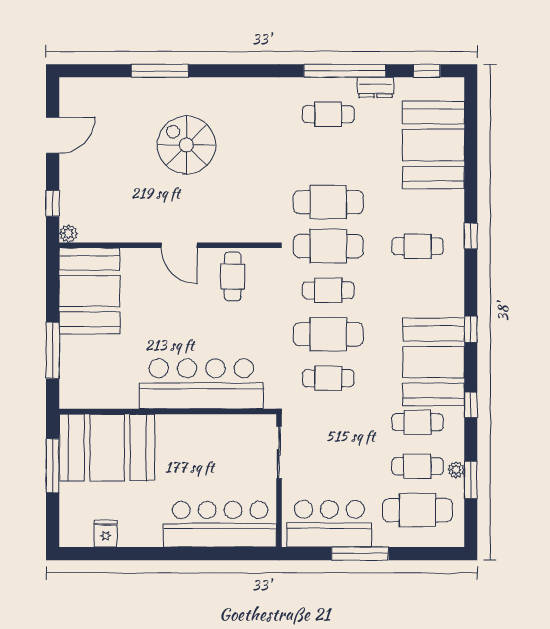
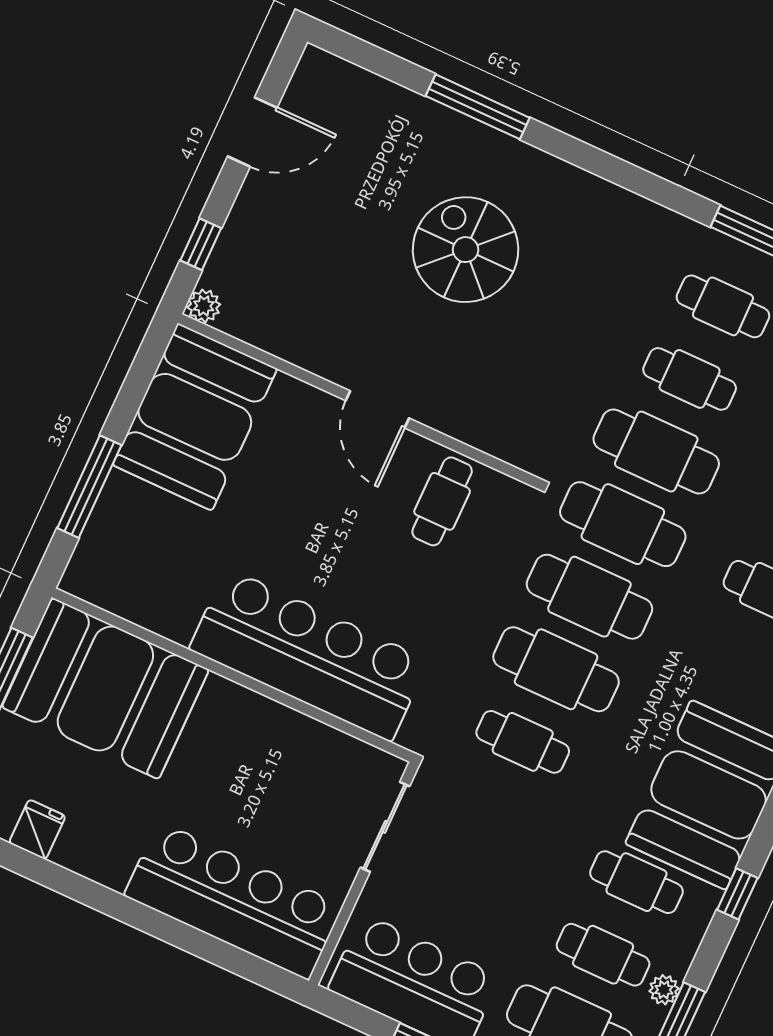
cafe table: (328, 158) -> (690, 379), added
cafe table: (328, 290) -> (589, 597), width x1.37, depth x1.35

